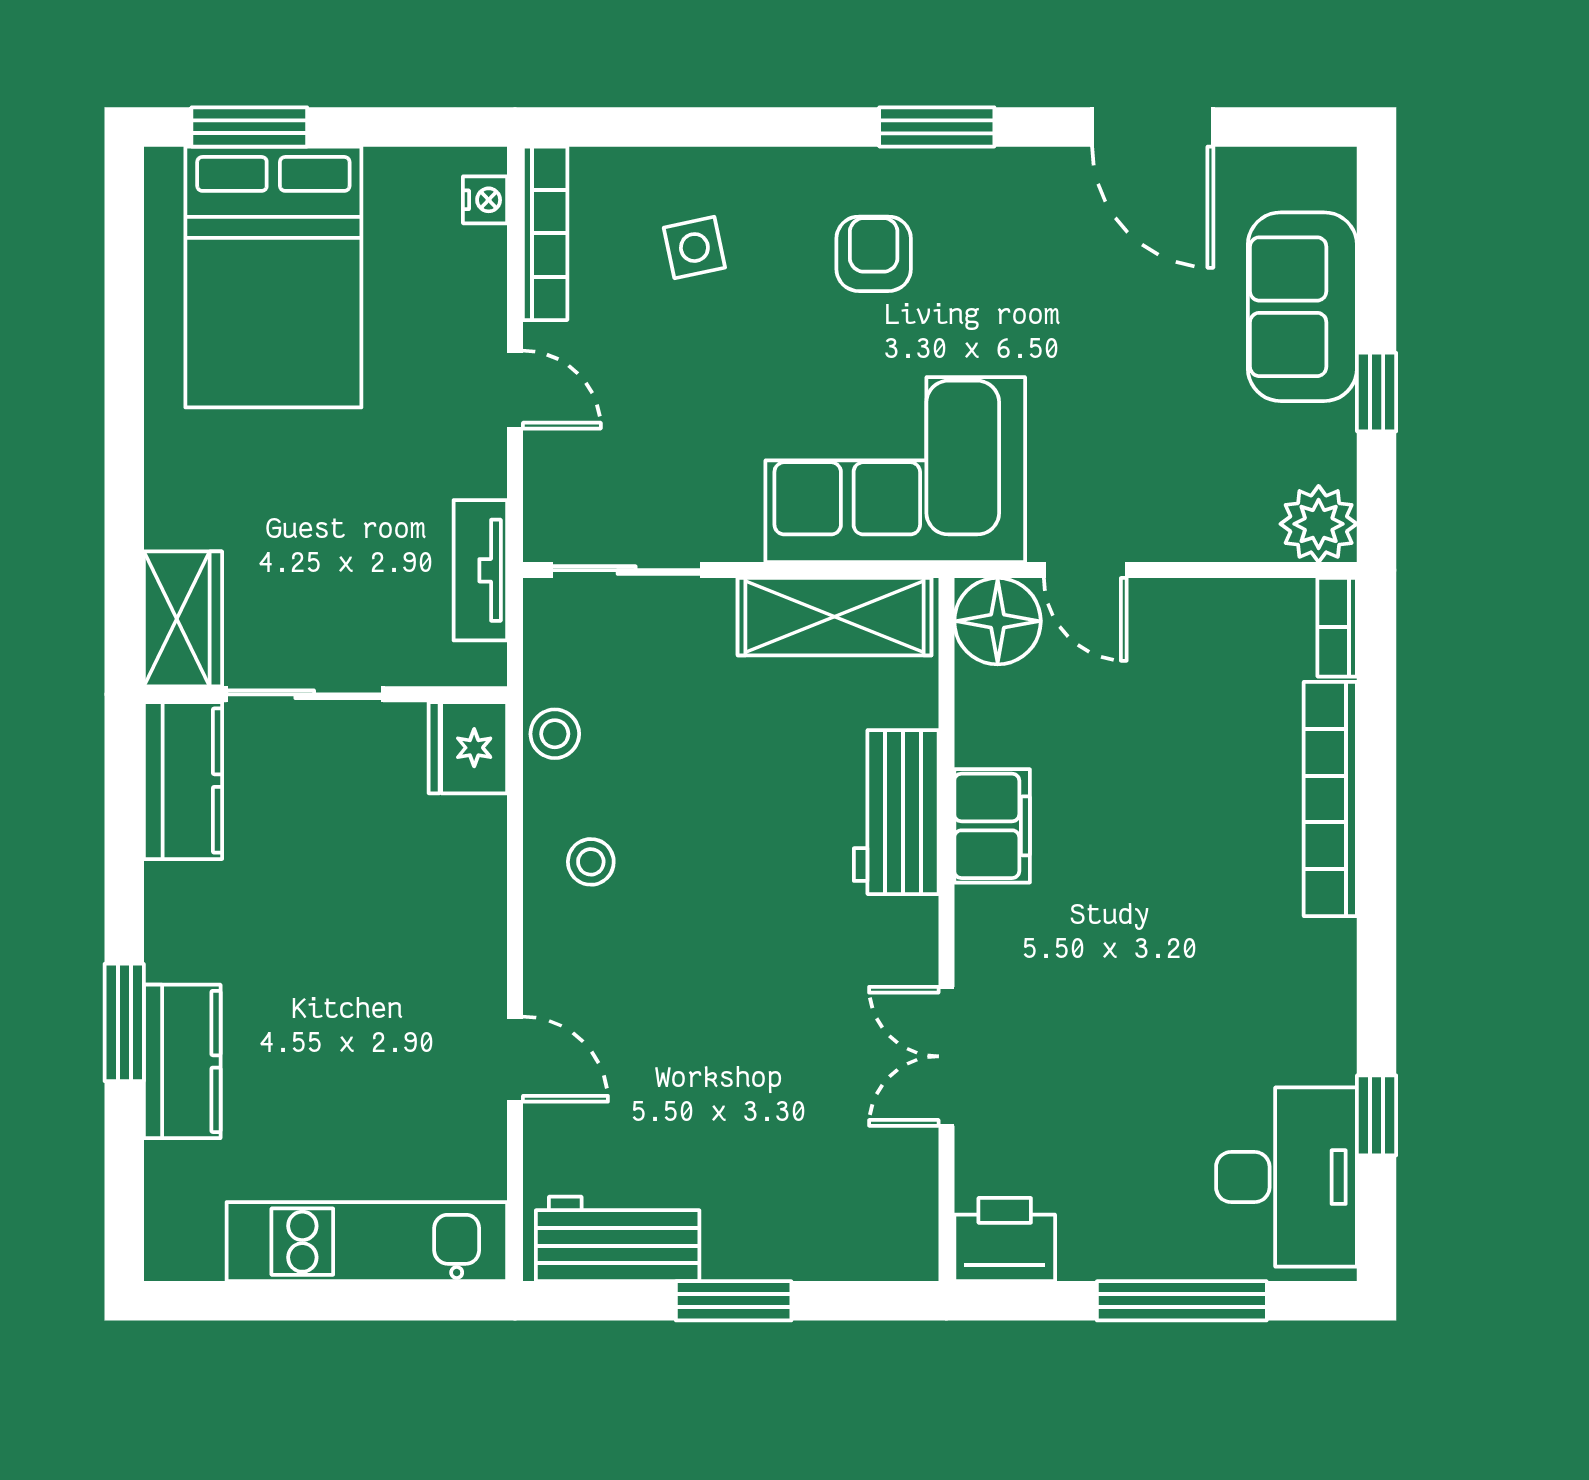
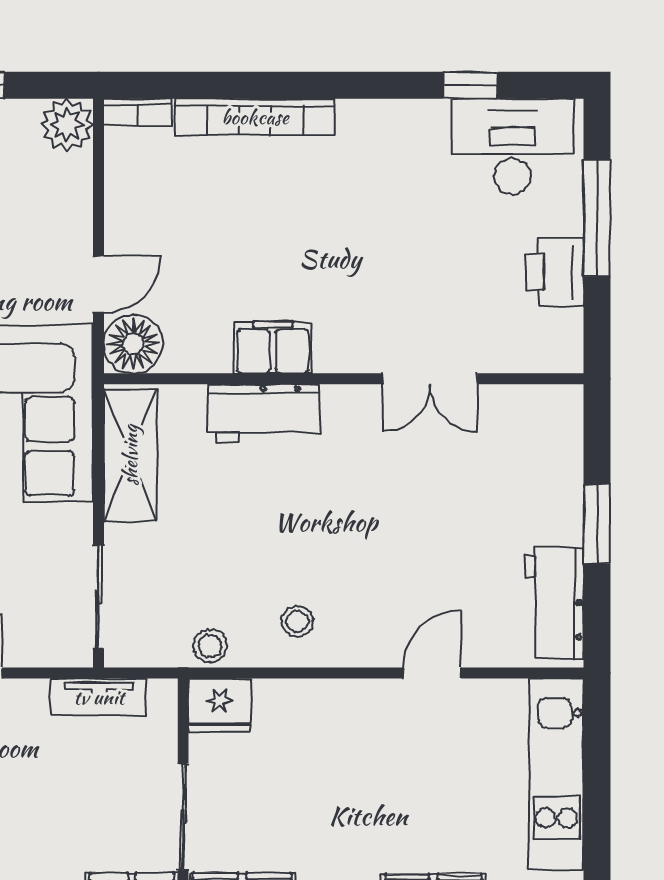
printer: (1005, 1240) -> (555, 272), moved

